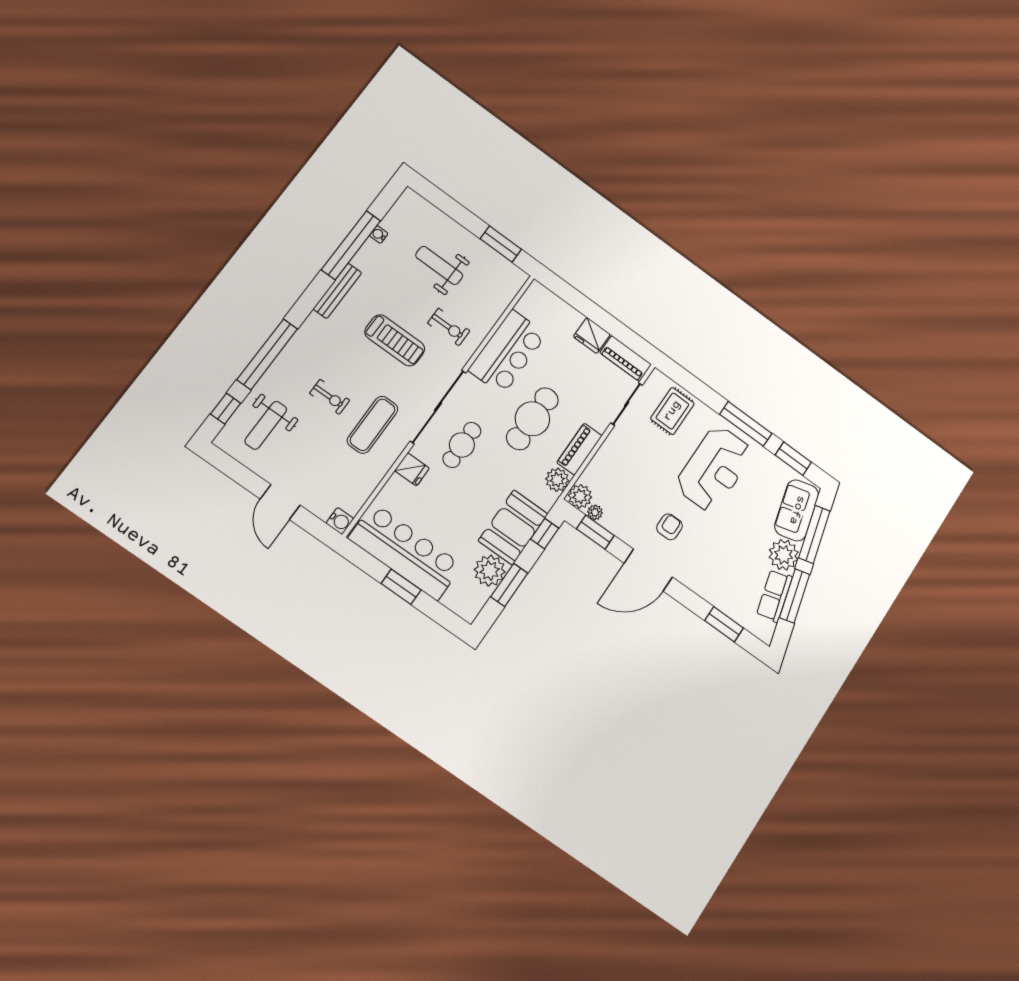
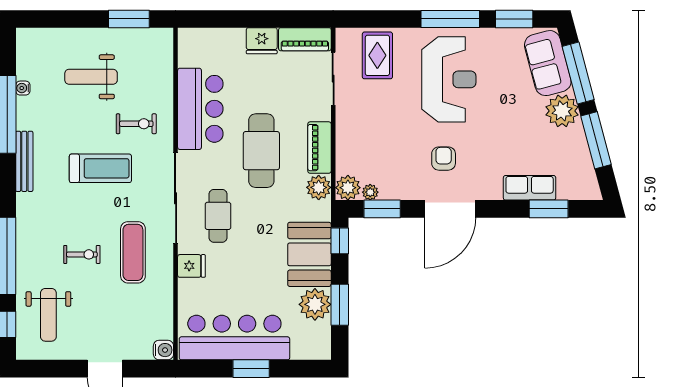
row of seats: (774, 596) -> (530, 188), moved, turned 105

